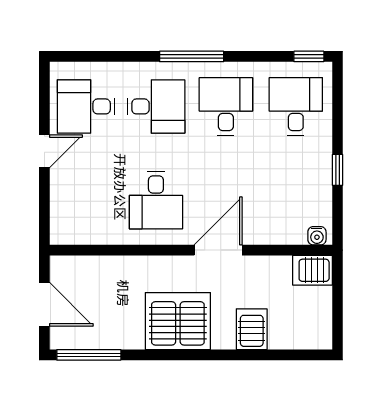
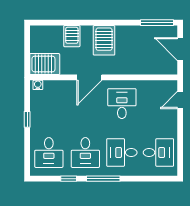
window: (309, 56) -> (69, 179), moved
door: (44, 151) -> (180, 100), moved
server rack: (312, 270) -> (45, 64), width x1.36, depth x1.44
server rack: (178, 321) -> (104, 40), width x0.62

